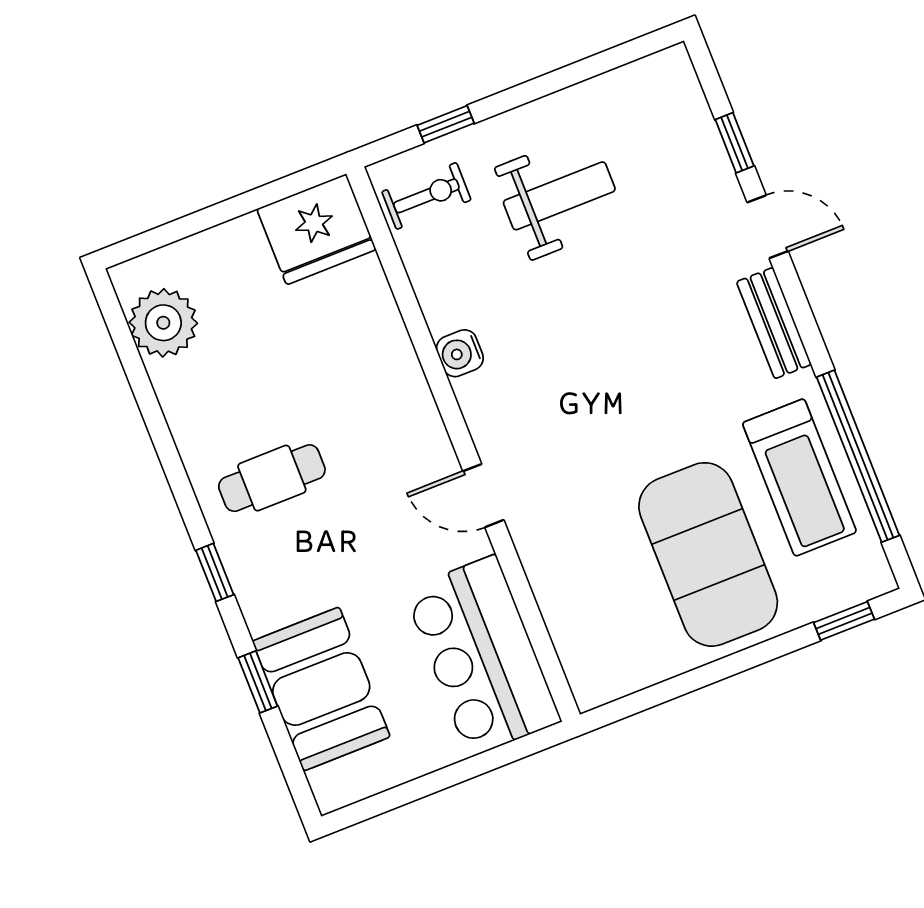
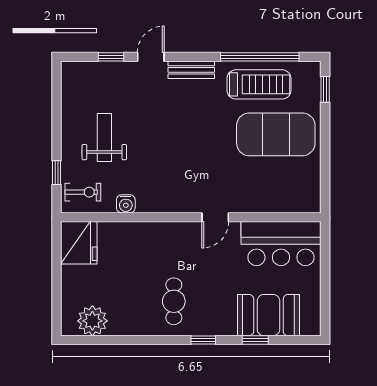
exercise bike: (426, 196) -> (83, 192), turned 90
water cooler: (460, 353) -> (126, 204), moved

